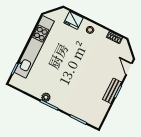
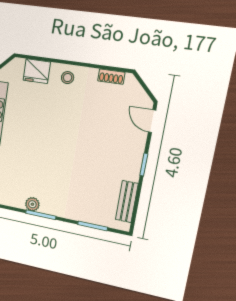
bench: (112, 91) -> (127, 202), moved

